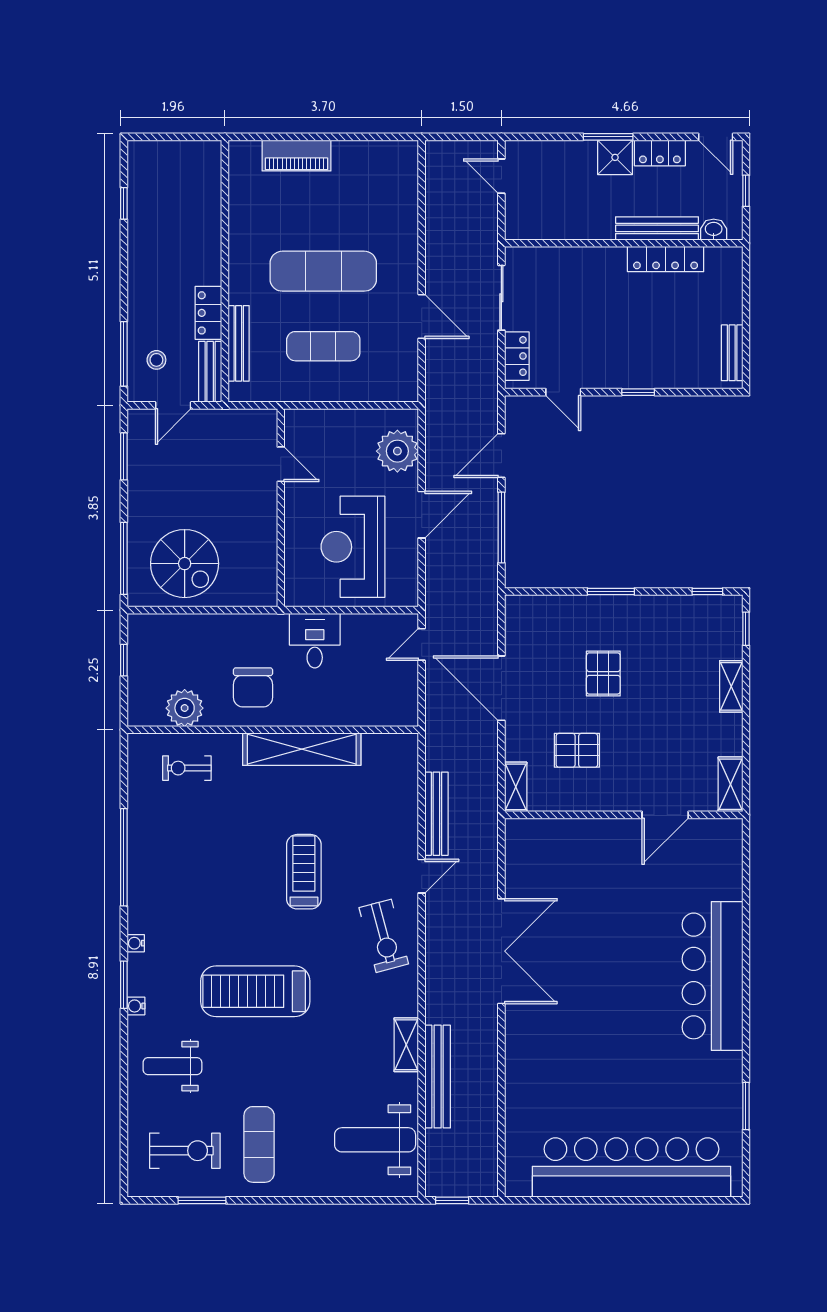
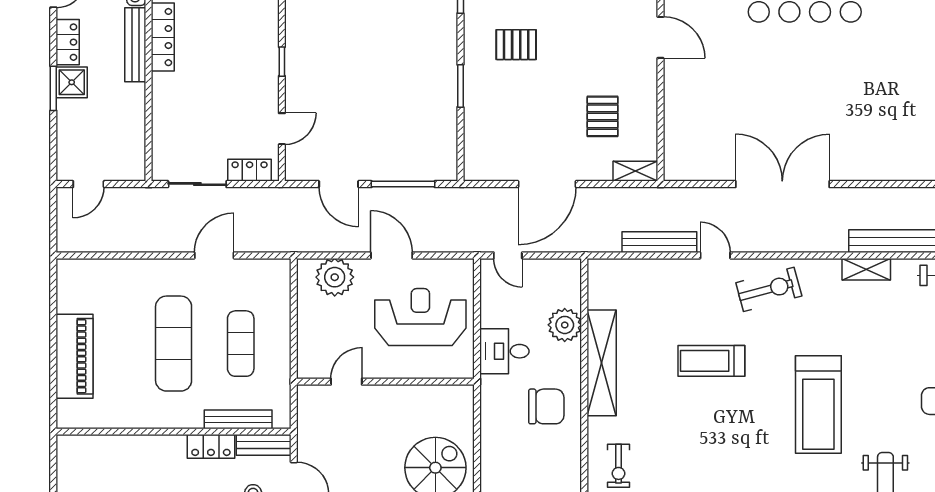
piano: (296, 156) -> (75, 356), width x1.37, depth x1.33
reception desk: (353, 547) -> (420, 317), turned 180
pallet: (603, 673) -> (516, 45), moved
plant: (185, 708) -> (565, 325), moved

